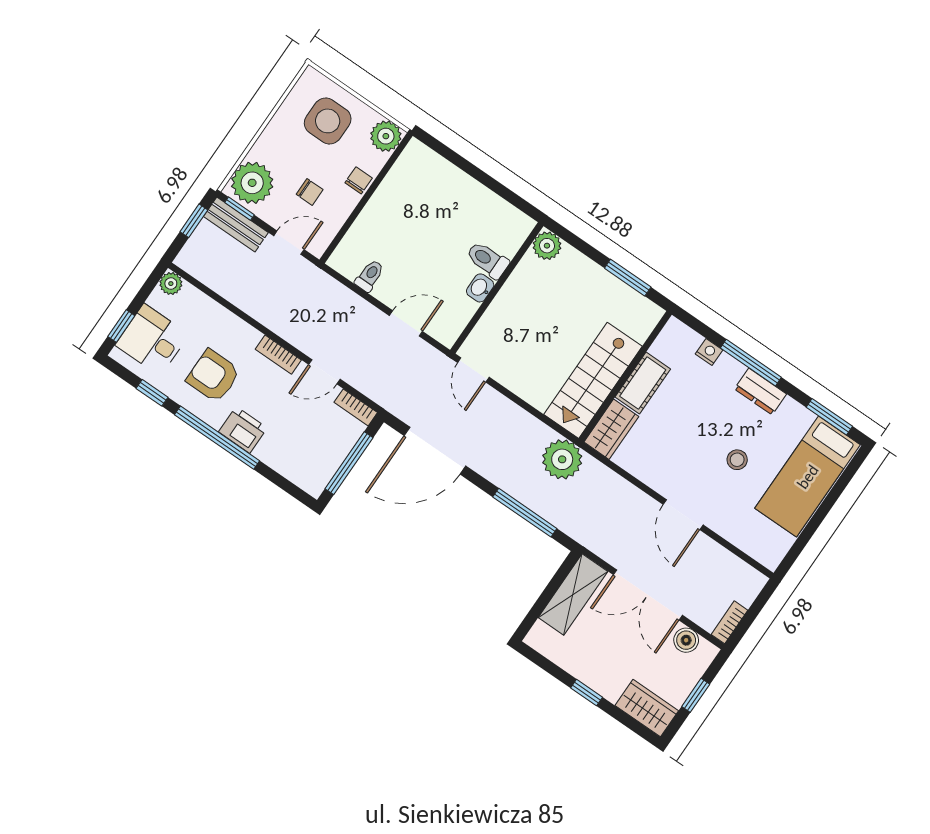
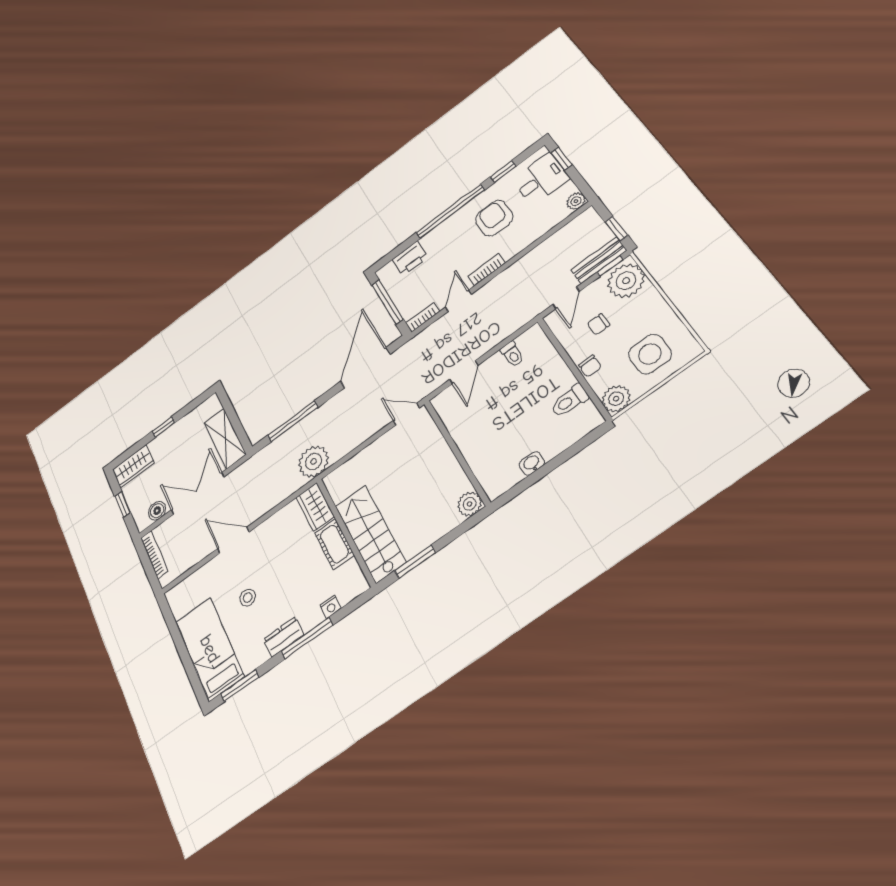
toilet: (488, 260) -> (569, 401), moved, turned 180
washbasin: (480, 288) -> (532, 463), moved, turned -90
armchair: (213, 376) -> (494, 218), turned -90
stairs: (593, 380) -> (370, 534), moved
printer: (243, 430) -> (410, 258), moved
bookcase: (729, 622) -> (154, 555), width x1.56

